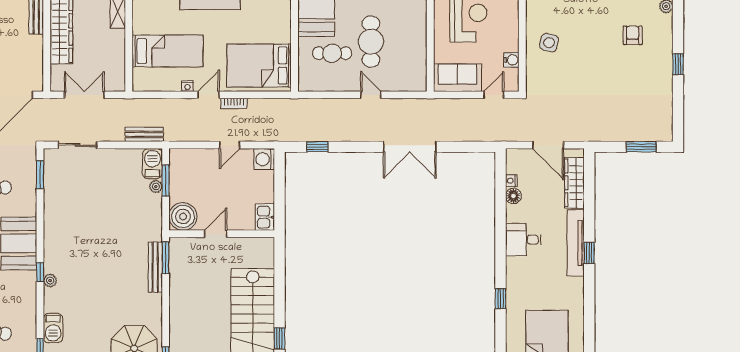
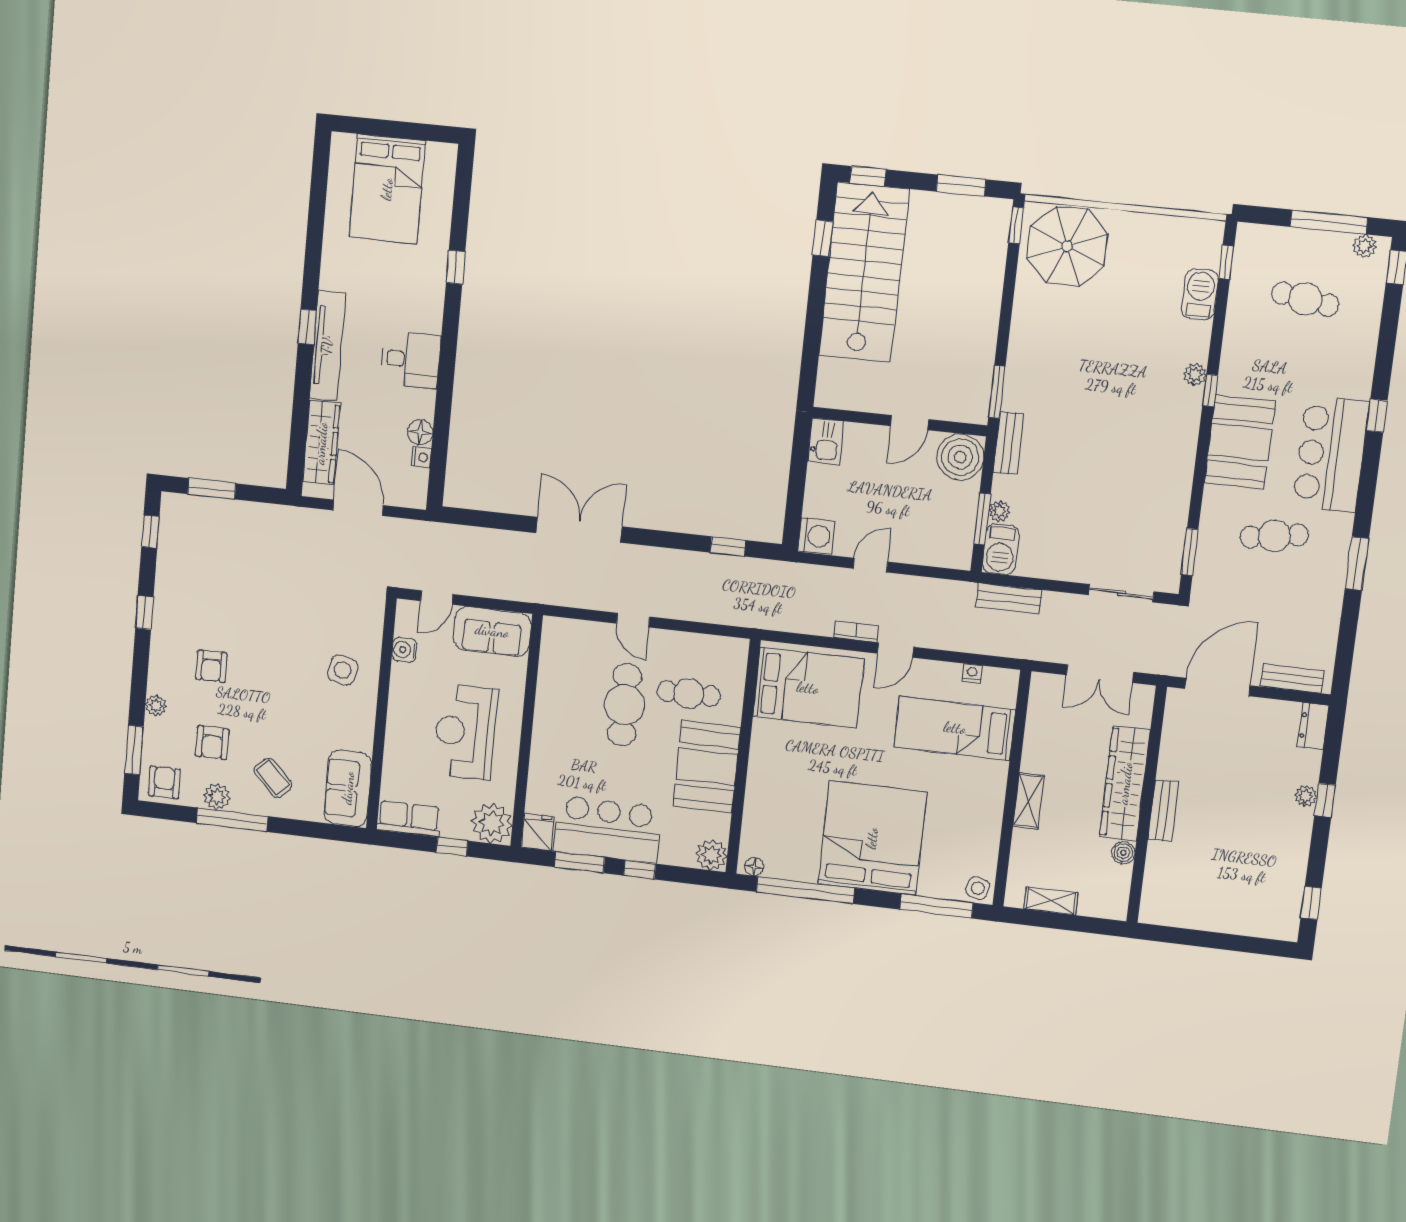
nightstand: (187, 86) -> (972, 673), moved
window: (678, 116) -> (150, 532), added
bench: (155, 267) -> (1008, 443), moved, width x0.73

